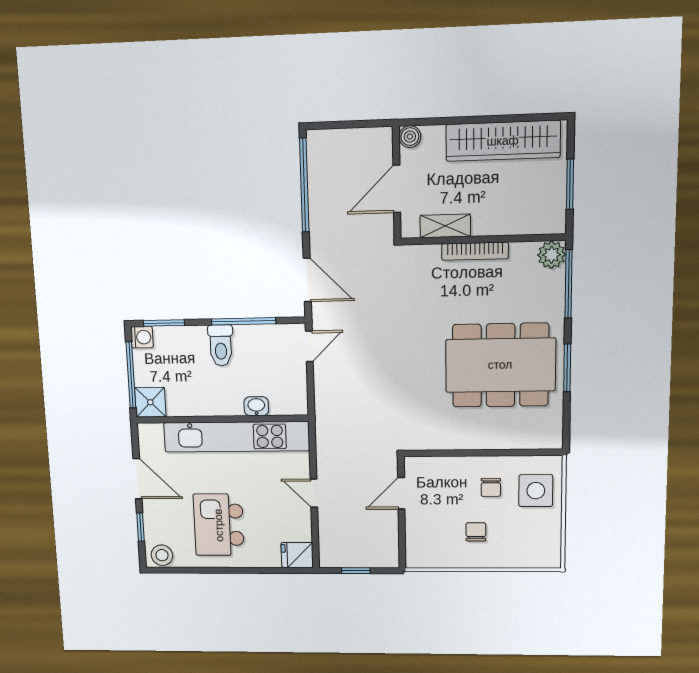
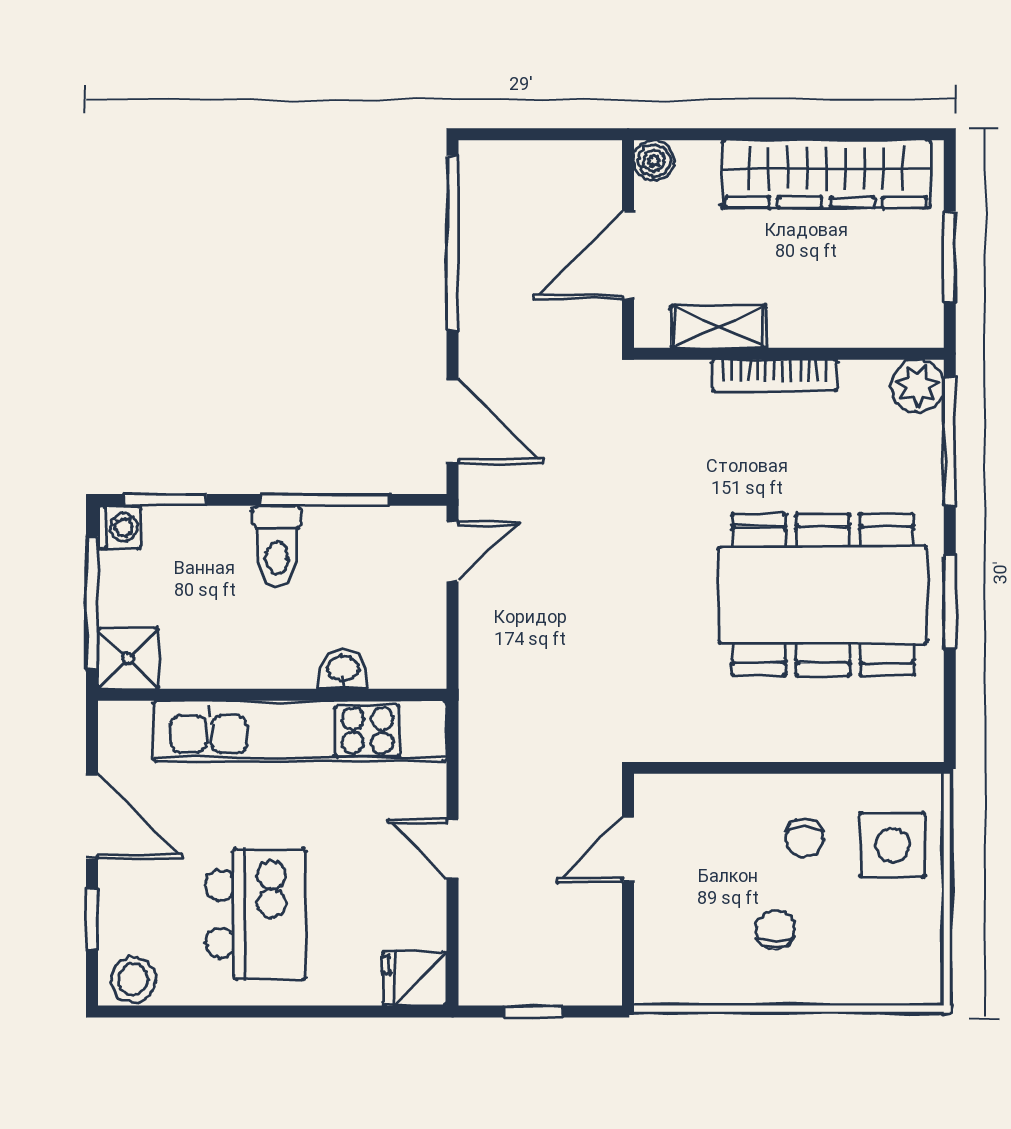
kitchen island: (219, 525) -> (255, 914), turned 180

